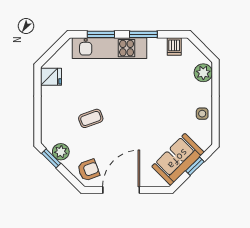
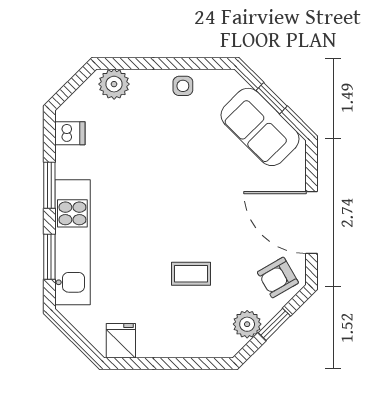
coffee table: (91, 118) -> (191, 274), turned -70
window: (51, 158) -> (274, 324), moved
armchair: (89, 170) -> (278, 277), turned -100

